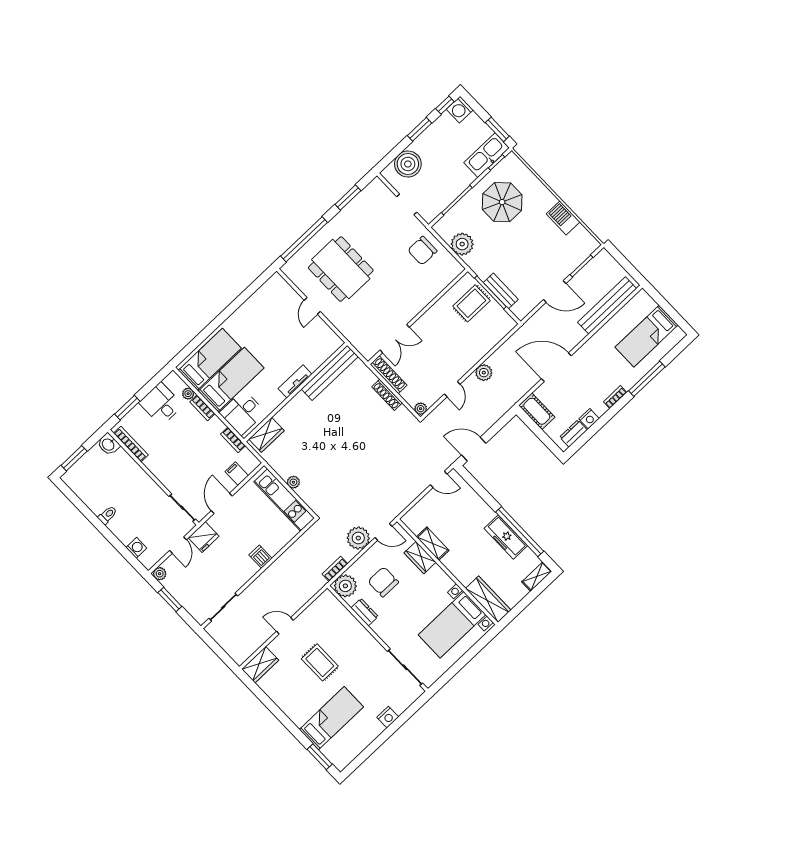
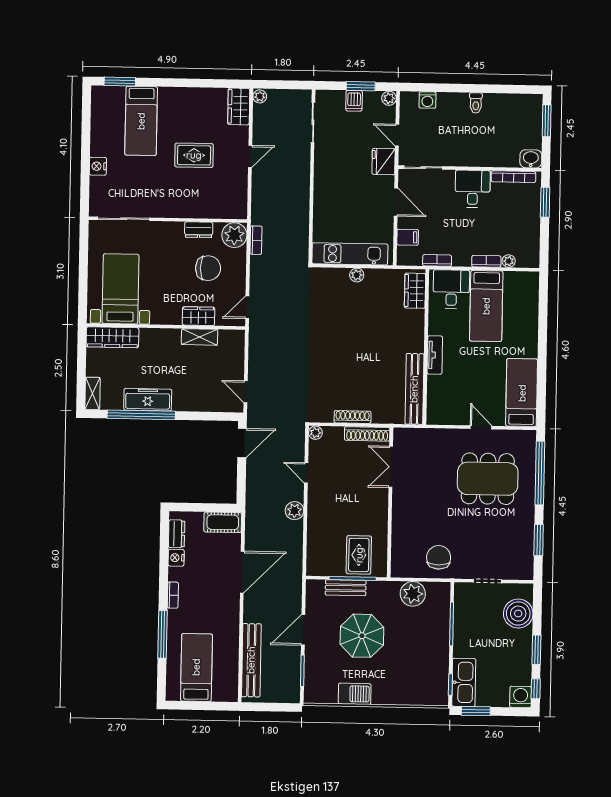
parasol: (502, 202) -> (362, 636), moved
bed: (210, 359) -> (522, 393), moved, turned 180
desk: (161, 404) -> (473, 189), moved, turned -90
door: (439, 479) -> (246, 392), hinge flipped
plant: (358, 538) -> (260, 96), moved, width x0.53, depth x0.53
dishwasher: (260, 557) -> (354, 101), moved, turned 90

